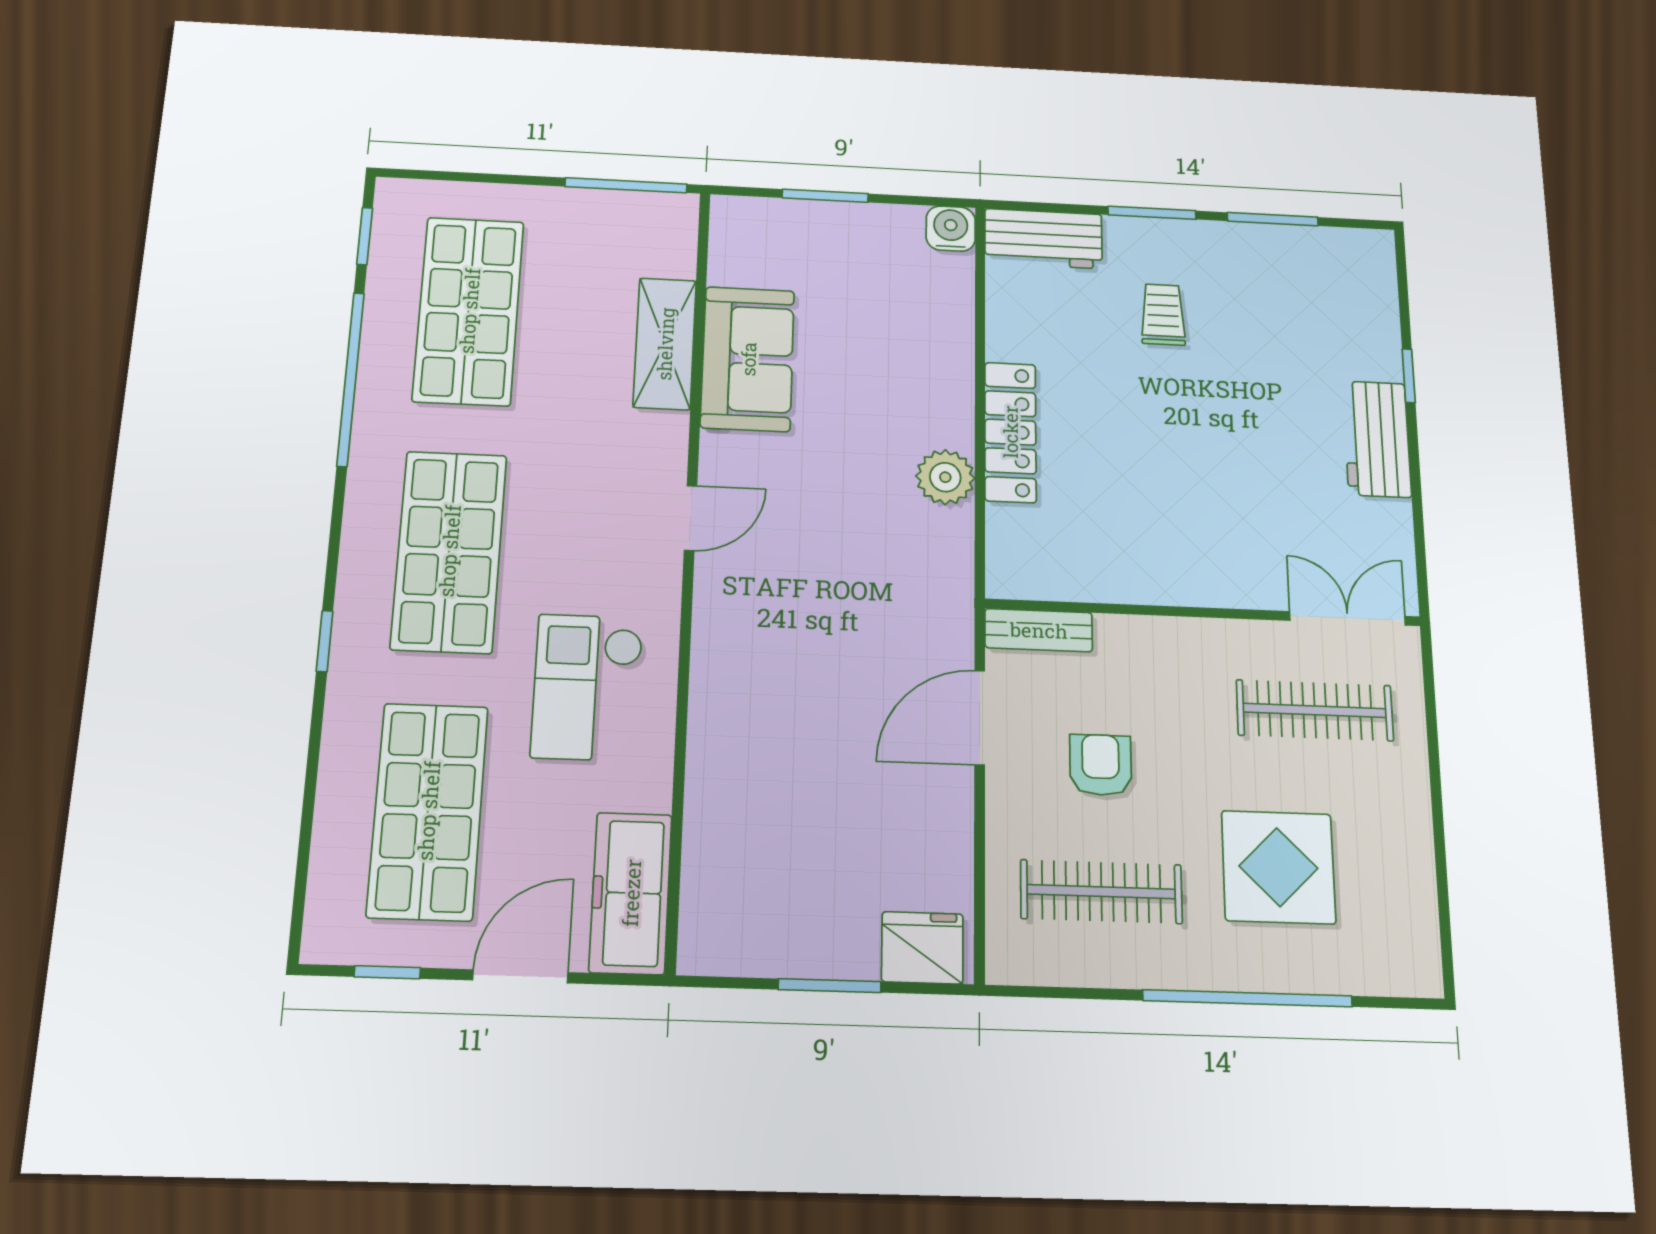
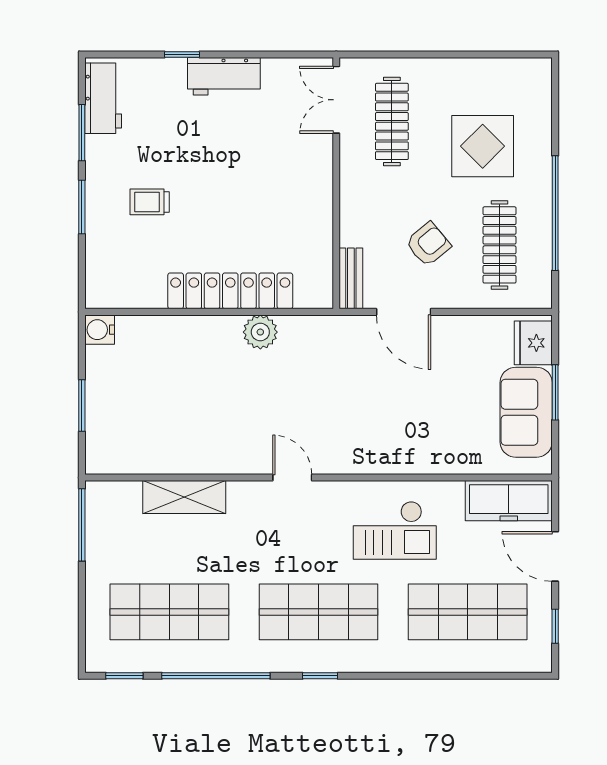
workbench: (1044, 239) -> (103, 98), moved
sofa: (748, 359) -> (526, 412), moved, turned -90
locker: (1010, 432) -> (230, 291), width x1.41, depth x1.21
window: (325, 641) -> (320, 676), moved
armchair: (1101, 765) -> (428, 244), turned 140
window: (1248, 998) -> (555, 213), moved

